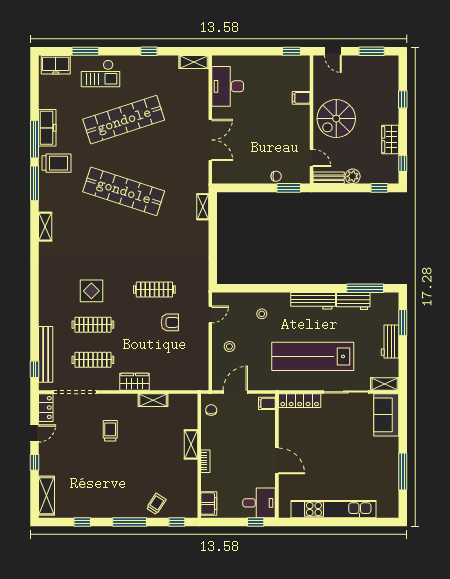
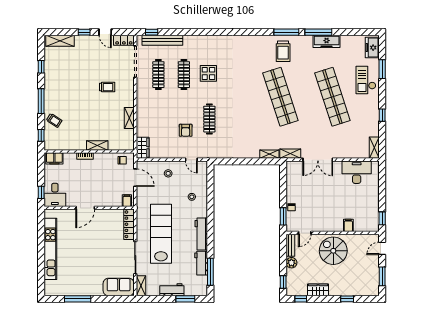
trolley: (56, 163) -> (283, 51), moved
shop shelf: (124, 191) -> (280, 97), turned -36
shelving: (45, 227) -> (290, 154), moved
wardrobe: (135, 382) -> (143, 148), moved

